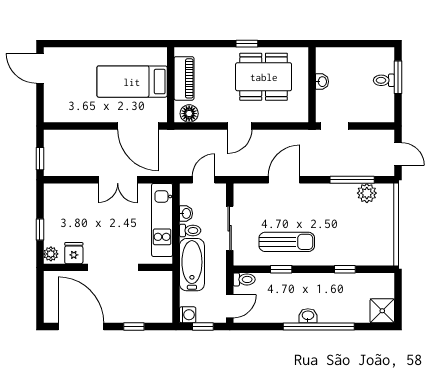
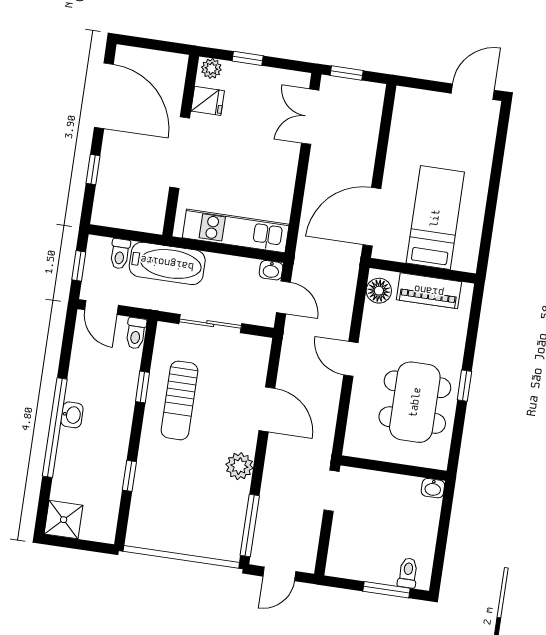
toilet: (384, 80) -> (408, 573), moved
washbasin: (322, 82) -> (433, 488), moved
double door: (118, 180) -> (310, 117), moved
window: (352, 180) -> (250, 525), moved
plant: (367, 193) -> (239, 466), moved
washbasin: (186, 213) -> (271, 270), moved
toilet: (190, 230) -> (120, 254), moved
washing machine: (188, 315) -> (98, 247), removed
door: (81, 326) -> (104, 96), hinge flipped

